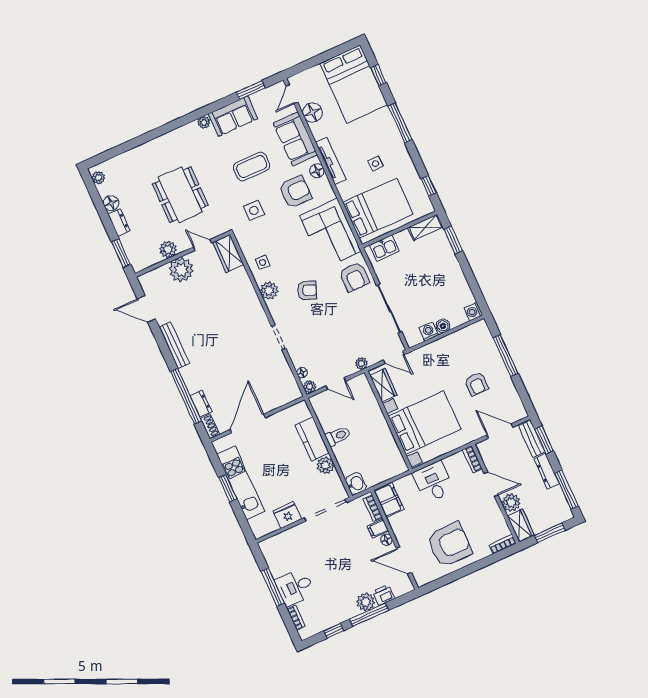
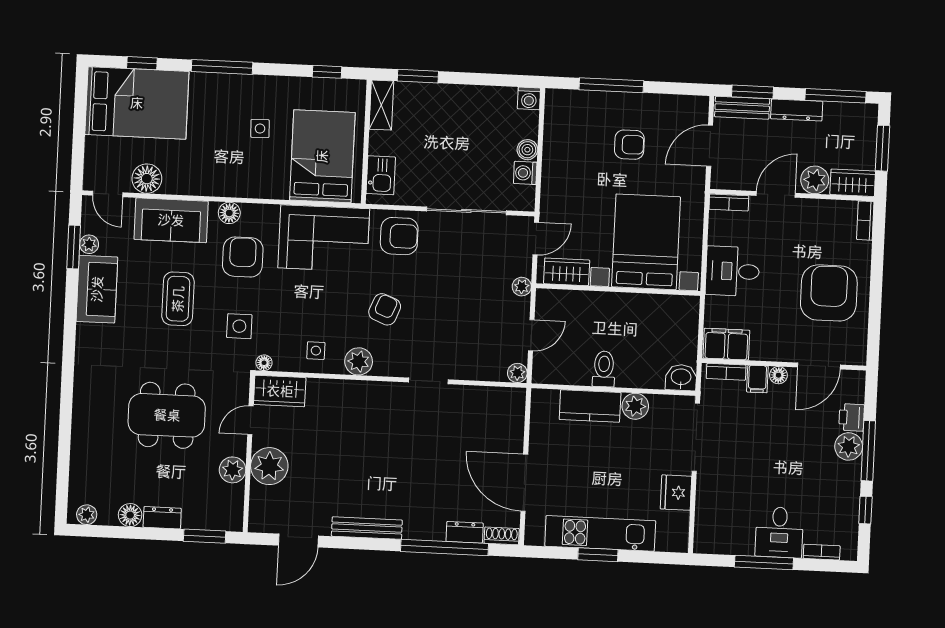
plant: (204, 122) -> (89, 244), moved
tv unit: (331, 161) -> (225, 187), removed
floor lamp: (302, 373) -> (264, 363), moved

